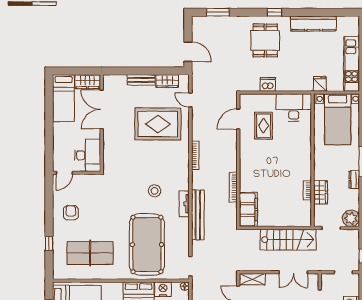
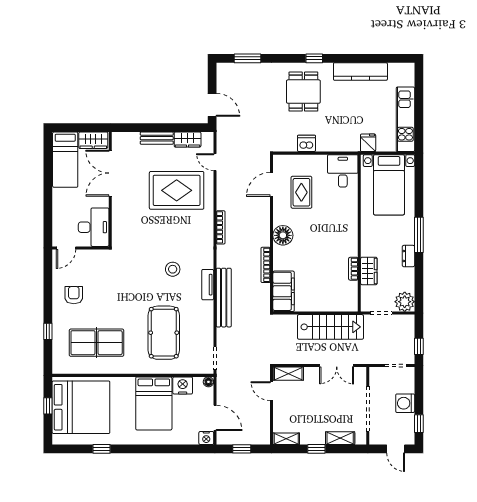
desk: (294, 108) -> (343, 171), width x0.73
floor lamp: (248, 162) -> (283, 235), added
pool table: (147, 245) -> (164, 333), width x0.73, depth x0.76

